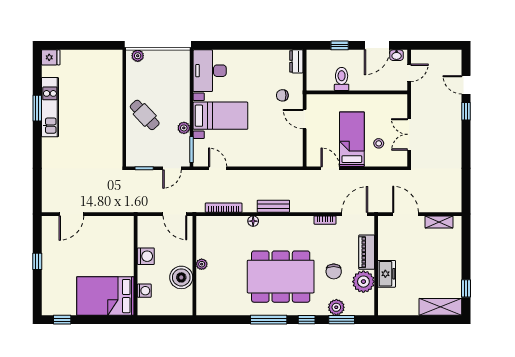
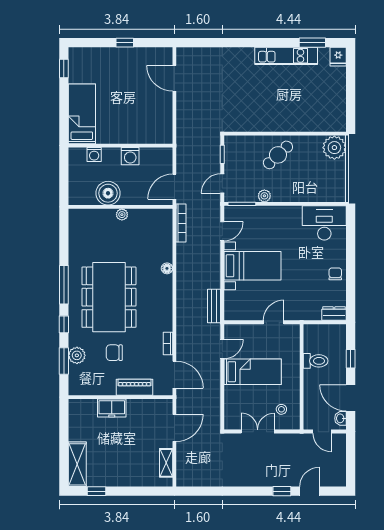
plant: (138, 56) -> (334, 148), width x1.87, depth x1.87
chair: (282, 95) -> (335, 274), moved
window: (37, 108) -> (312, 43), moved
bed with nightstands: (220, 116) -> (252, 266), moved, turned -90
stool: (379, 143) -> (281, 409), moved
door: (172, 168) -> (222, 184), hinge flipped
bench: (273, 206) -> (214, 306), moved
bookcase: (224, 208) -> (181, 223), moved
plant: (363, 282) -> (104, 384), removed
bed: (105, 296) -> (82, 114), width x0.67

